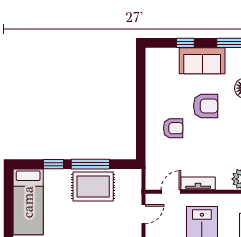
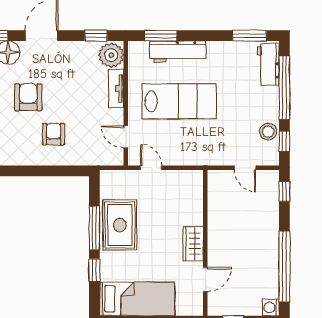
tv unit: (198, 183) -> (116, 88), moved

